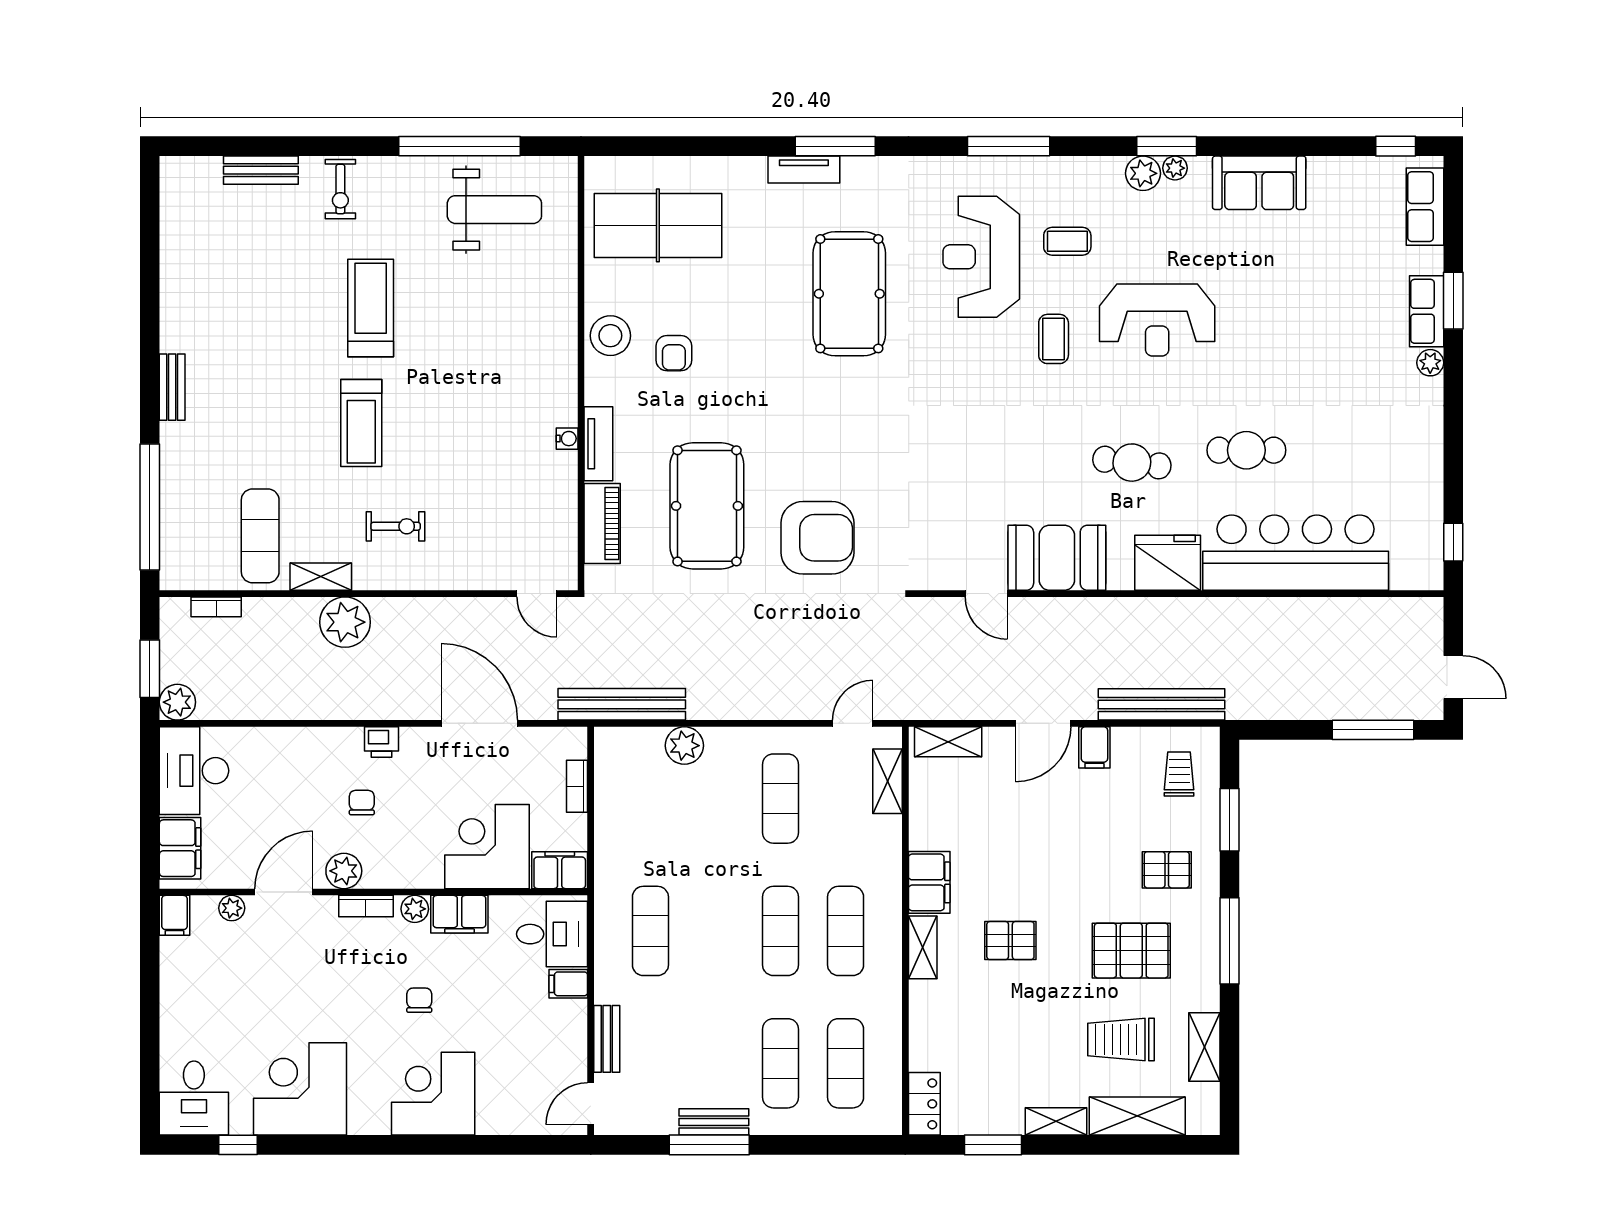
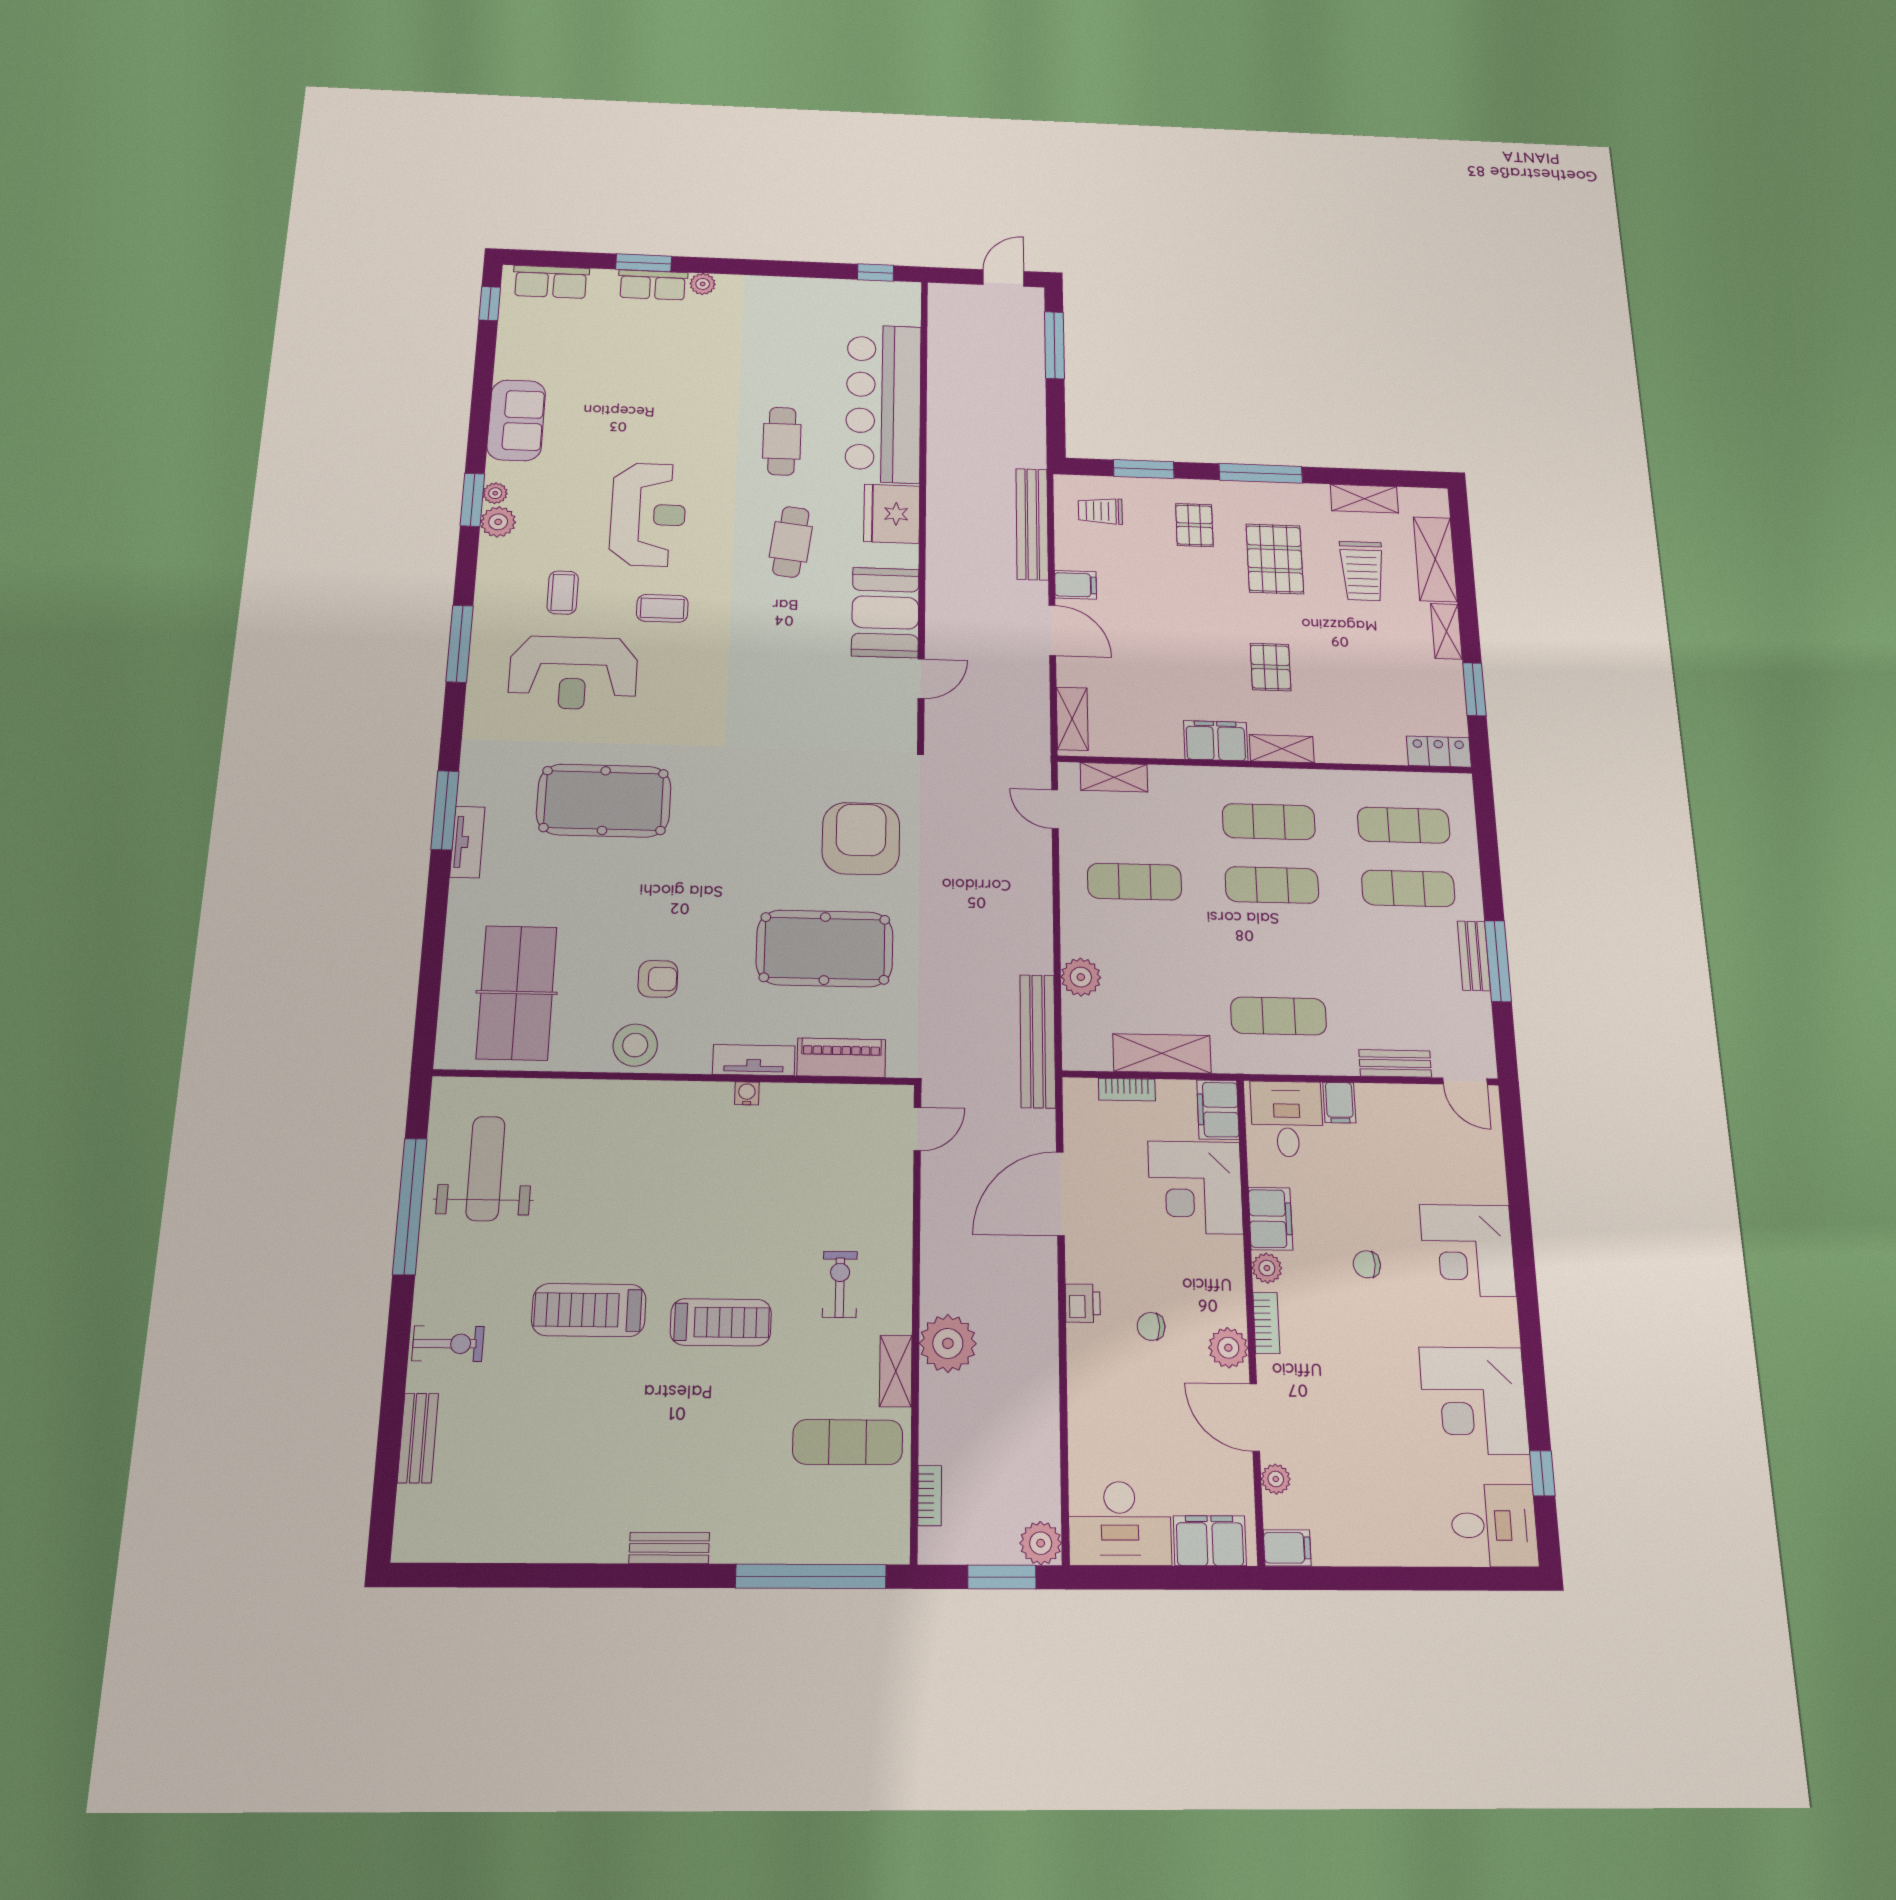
shelving: (612, 820) -> (1162, 1053), added

